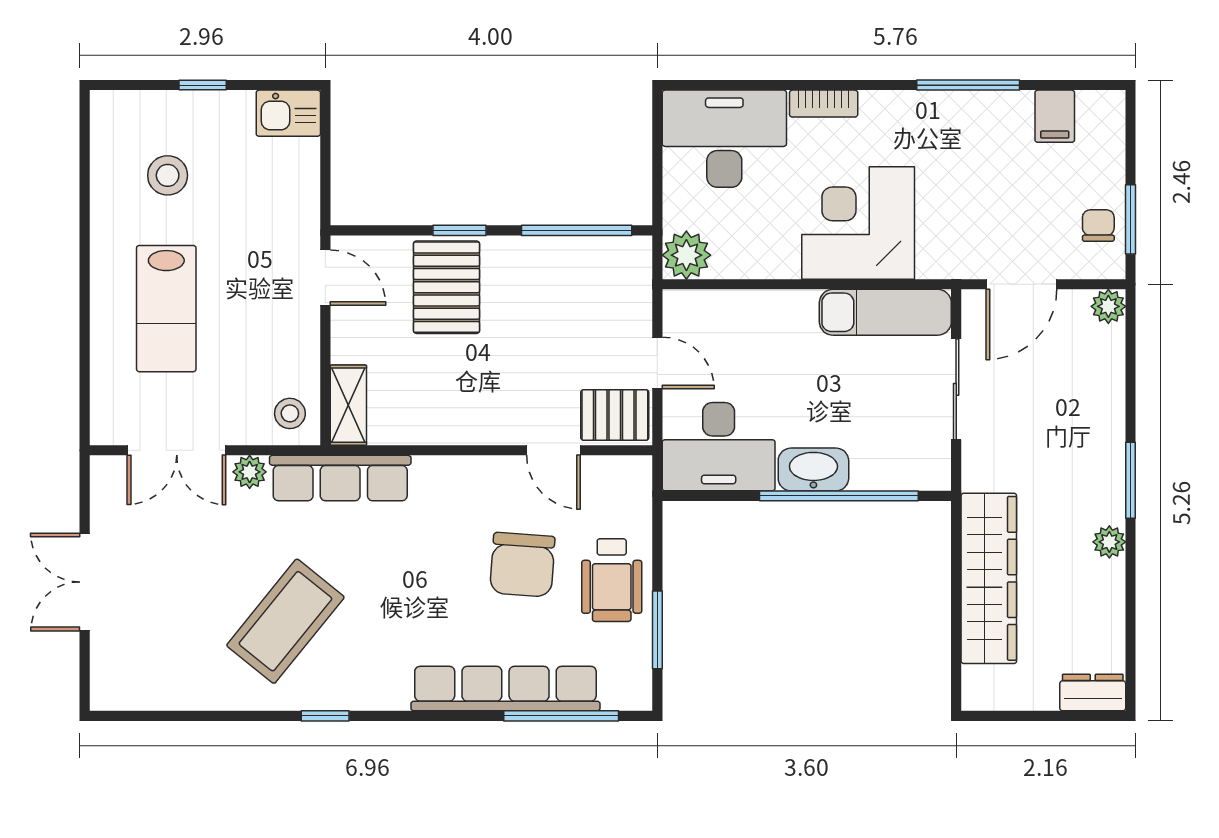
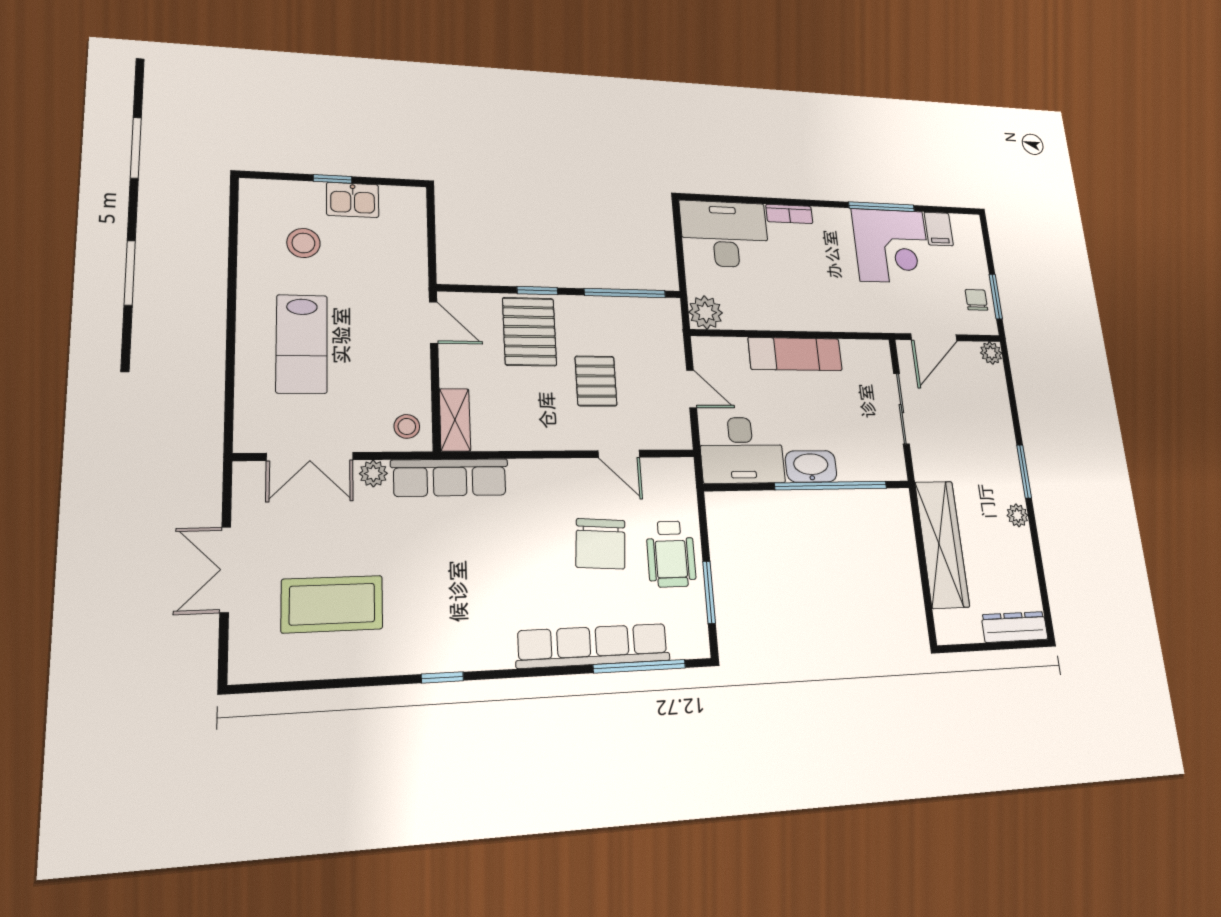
kitchen sink: (288, 113) -> (353, 200), moved
corner desk: (858, 223) -> (892, 246), moved, turned 180
exam couch: (885, 312) -> (795, 354), moved
pallet: (615, 415) -> (596, 381), moved, turned 90
coffee table: (285, 621) -> (332, 604), moved, turned 51
dresser: (1093, 692) -> (1015, 627), width x1.44

